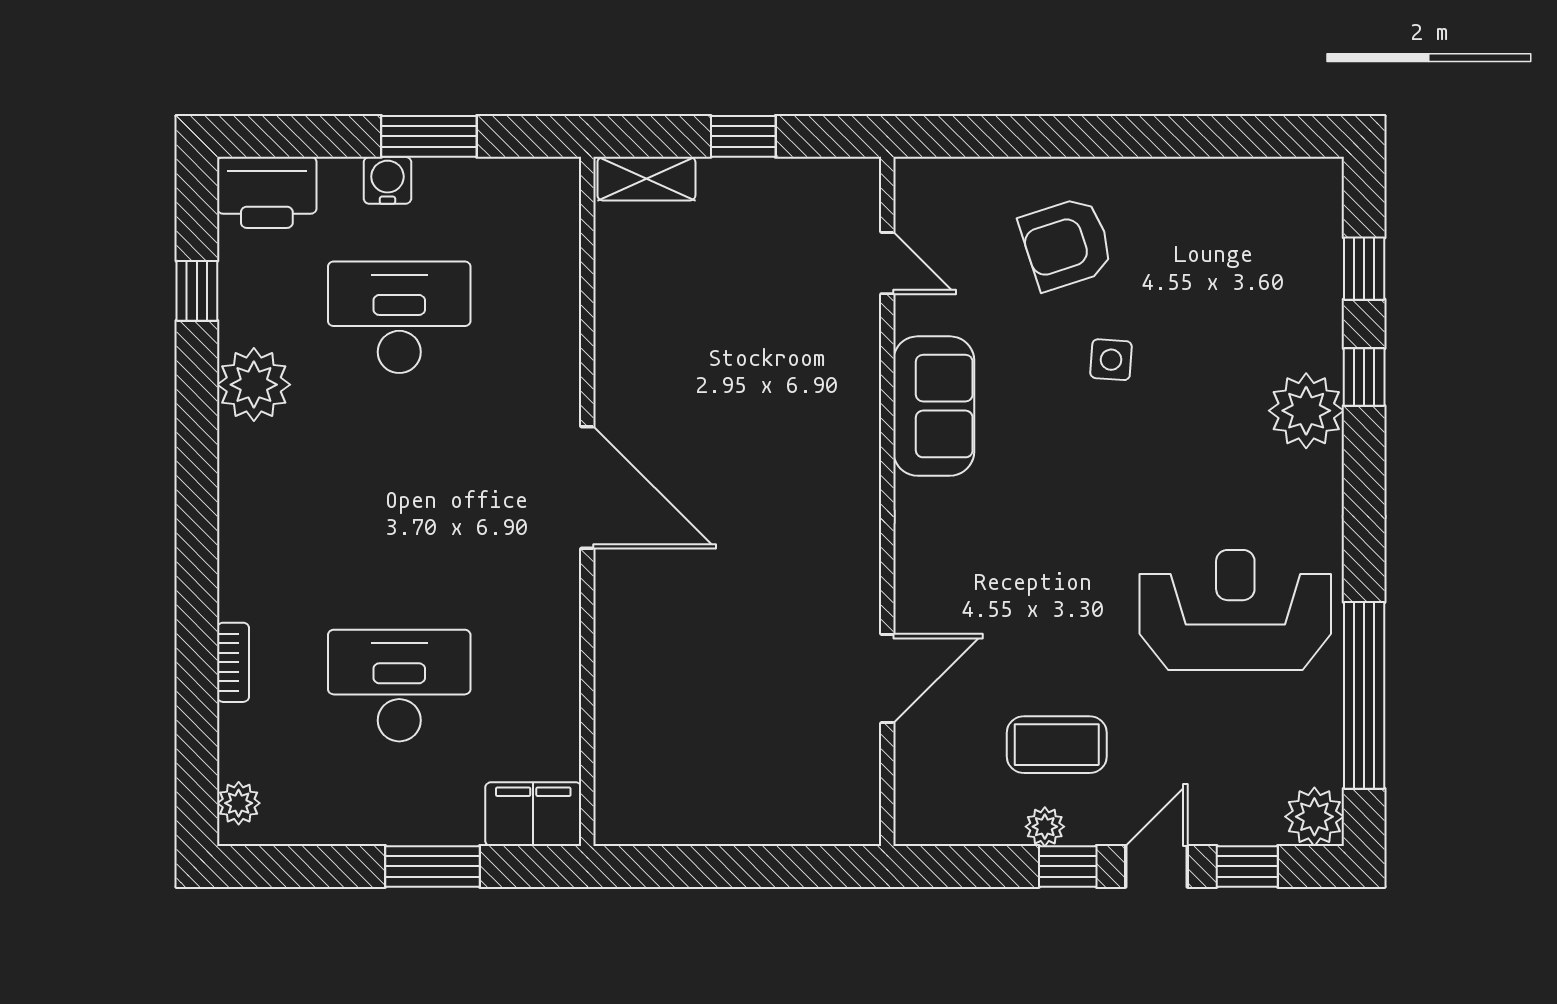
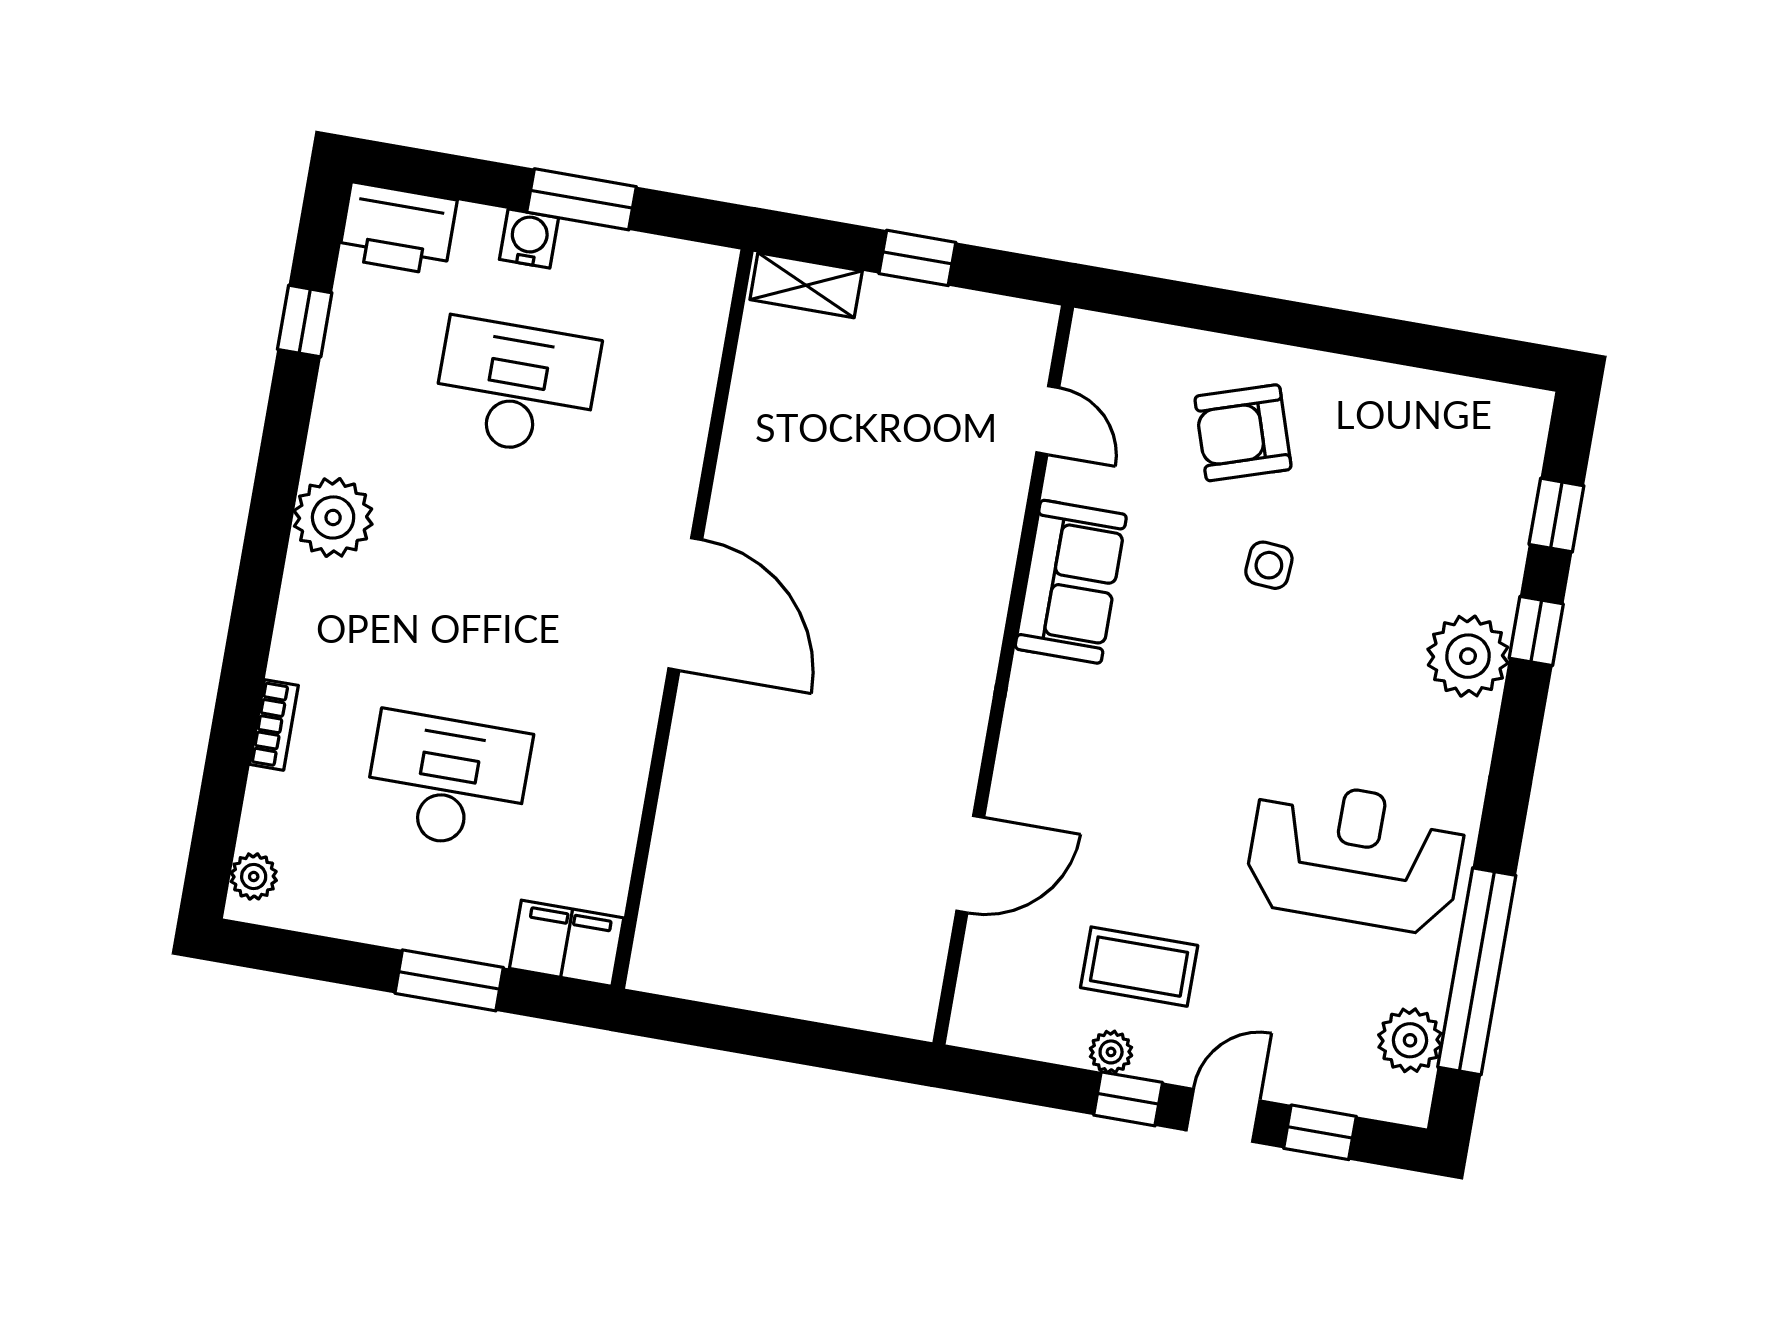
plant: (254, 385) -> (333, 517), moved
plant: (1314, 817) -> (1410, 1040), moved

